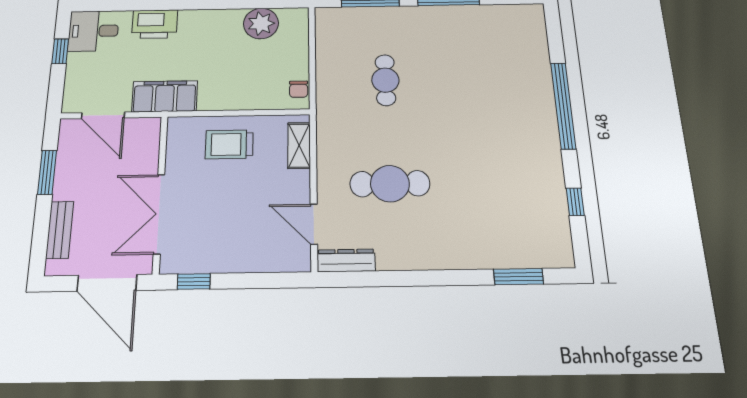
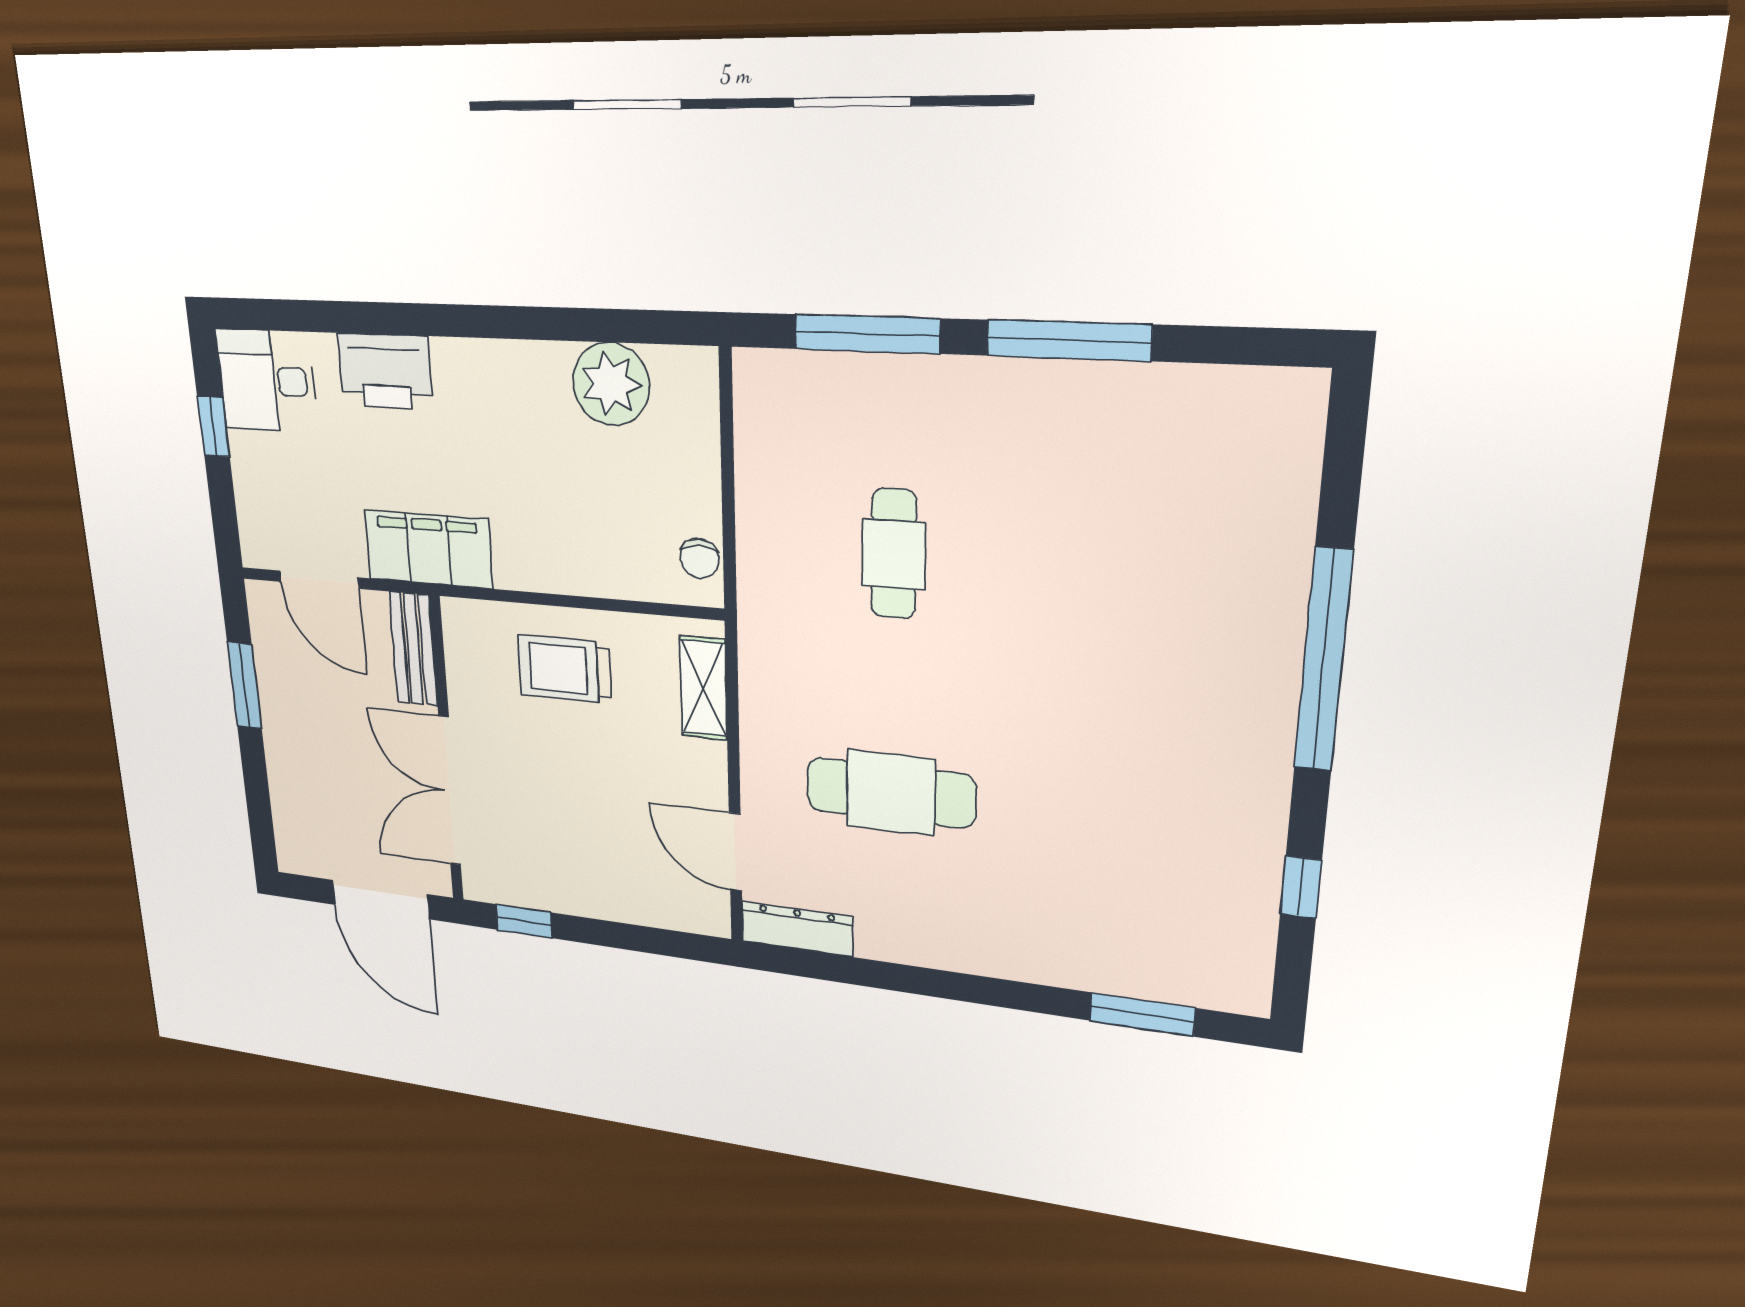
bench: (60, 230) -> (413, 649), moved

